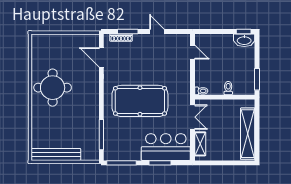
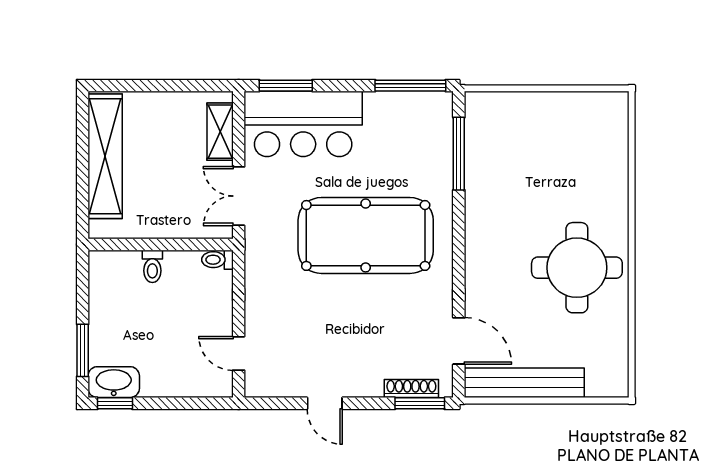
window: (128, 31) -> (420, 403), moved
window: (257, 79) -> (83, 350), moved
bench: (56, 154) -> (524, 383), moved
window: (160, 163) -> (286, 86), moved

